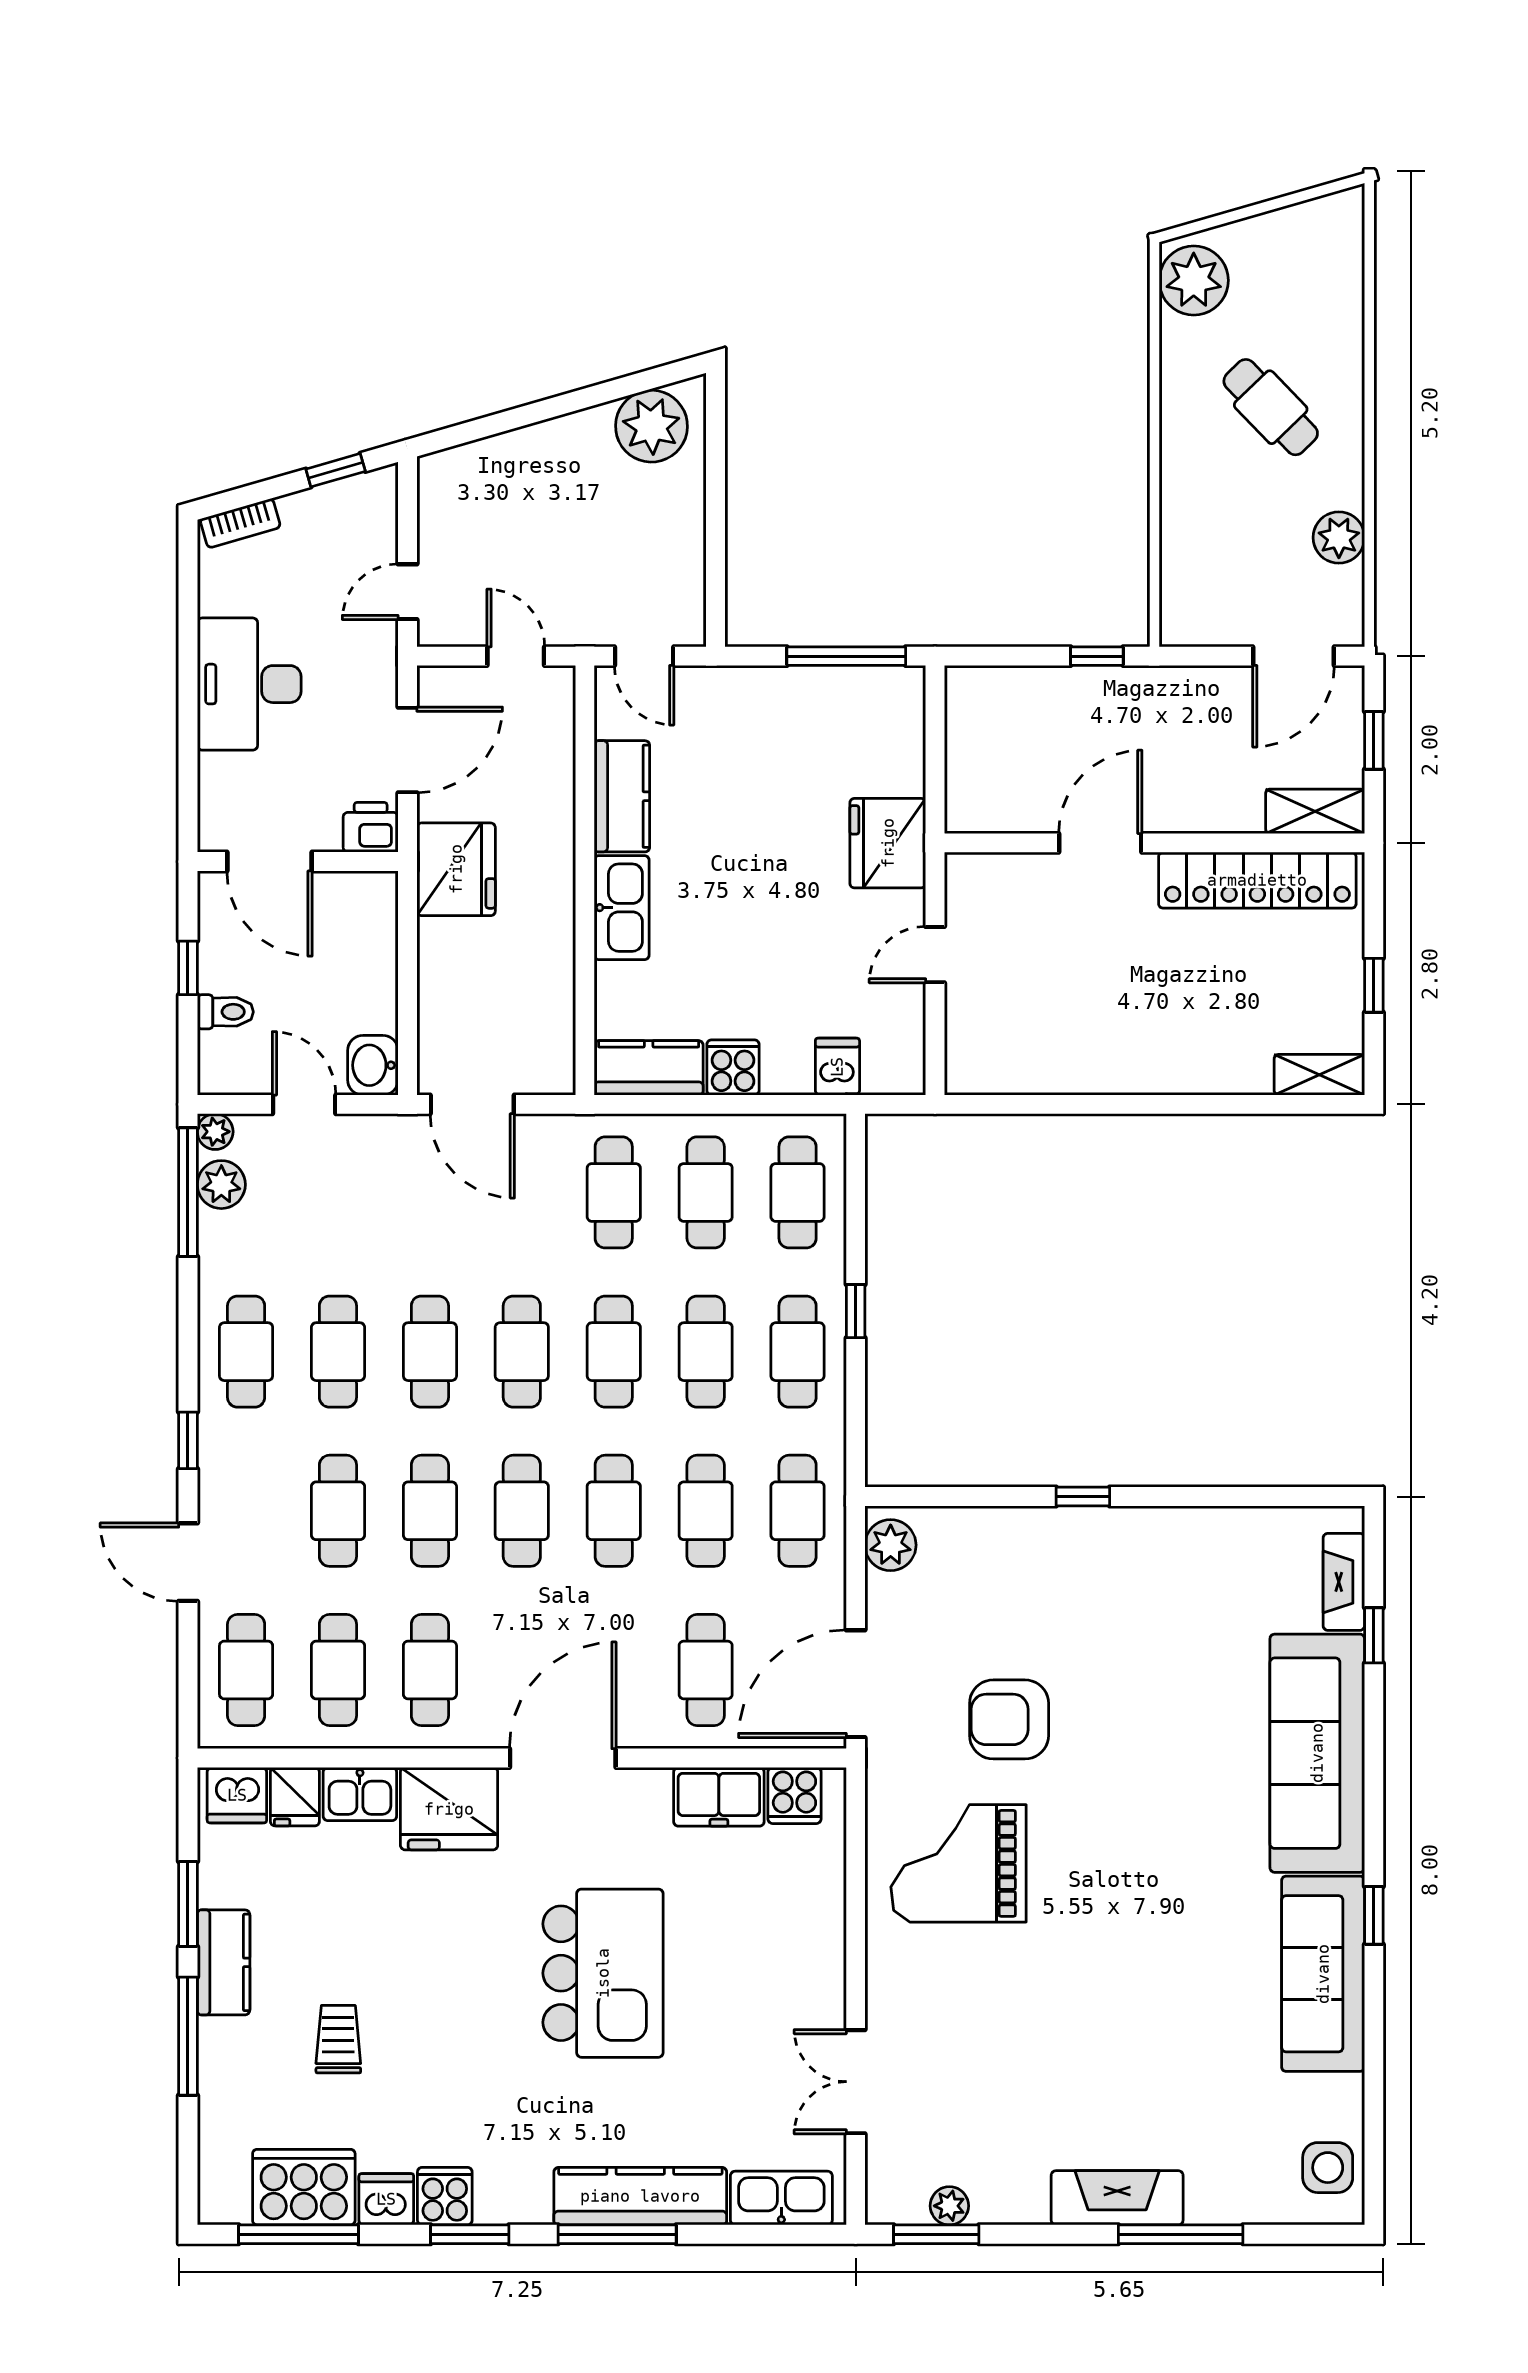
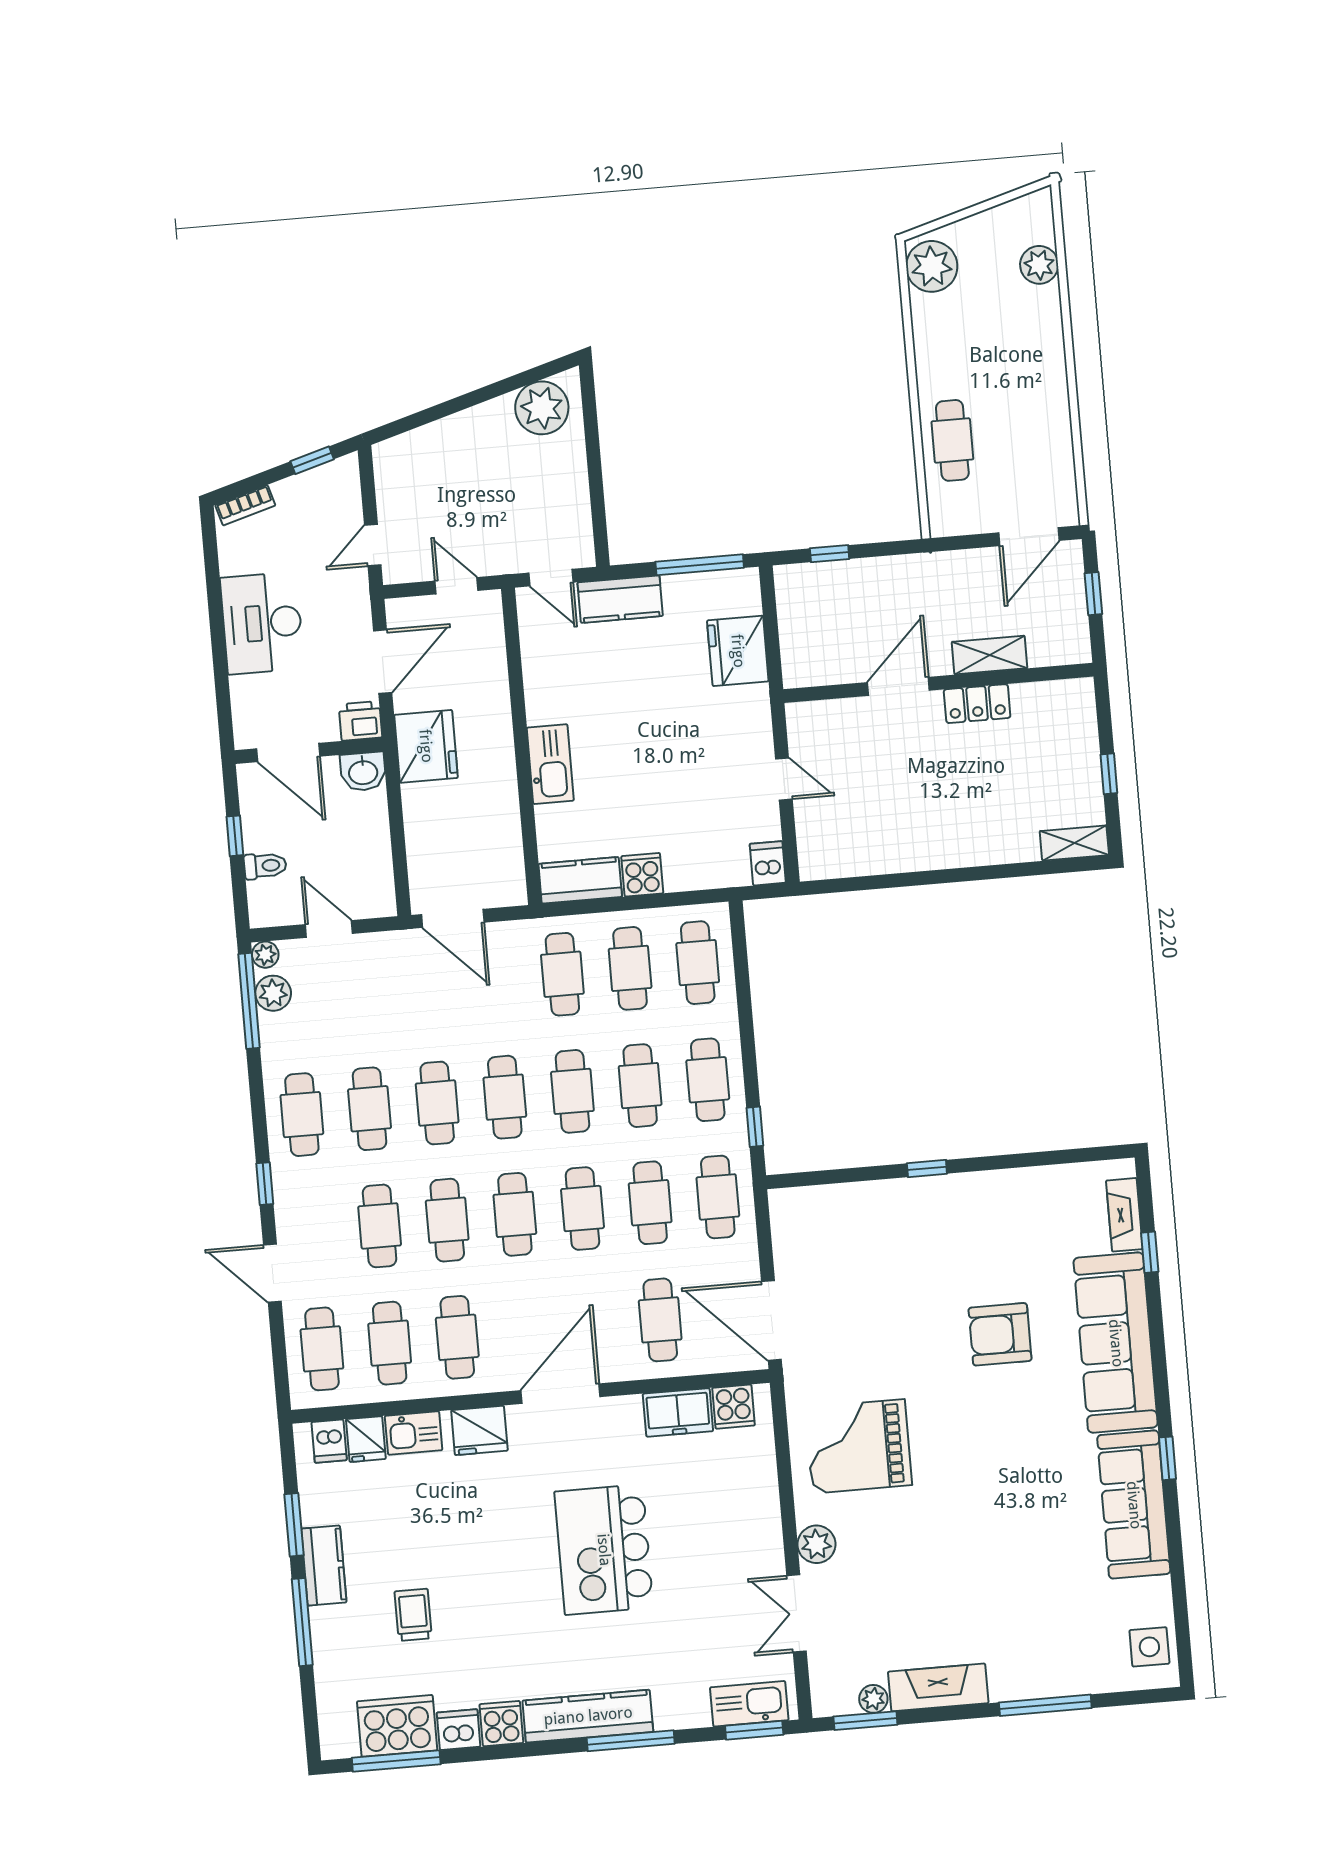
cafe table: (1271, 407) -> (952, 440), moved, turned 44
plant: (1339, 537) -> (1039, 265), moved
window: (1097, 656) -> (830, 554), moved
kitchen counter: (622, 796) -> (620, 599), moved, turned 90
shelving: (1315, 811) -> (990, 655), moved
fridge: (888, 843) -> (738, 651), moved
locker: (1257, 880) -> (977, 704), width x0.46, depth x0.83
door: (935, 955) -> (784, 779), swing flipped
washbasin: (373, 1065) -> (363, 772), moved, turned -90
dishwasher: (837, 1067) -> (768, 863), moved
window: (856, 1311) -> (755, 1127), moved
plant: (891, 1545) -> (816, 1544), moved
door: (856, 1684) -> (771, 1321), hinge flipped
armchair: (1009, 1719) -> (1000, 1334), moved
dishwasher: (237, 1795) -> (329, 1441), width x0.73
fridge: (449, 1809) -> (479, 1430), width x0.73, depth x0.75
kitchen island: (603, 1973) -> (604, 1550), turned 180
kitchen counter: (640, 2196) -> (588, 1716), moved
fireplace: (1117, 2198) -> (938, 1687), moved
window: (470, 2234) -> (754, 1730), moved

